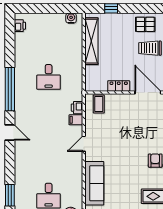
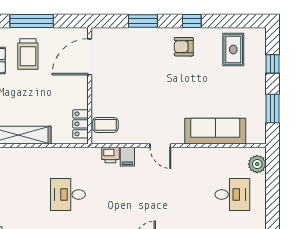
desk: (49, 77) -> (68, 194), turned 180
locker: (119, 86) -> (80, 124), moved

